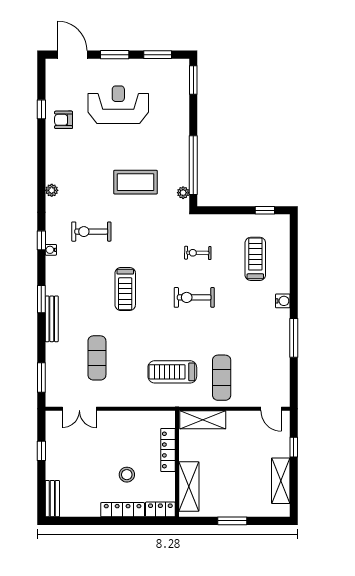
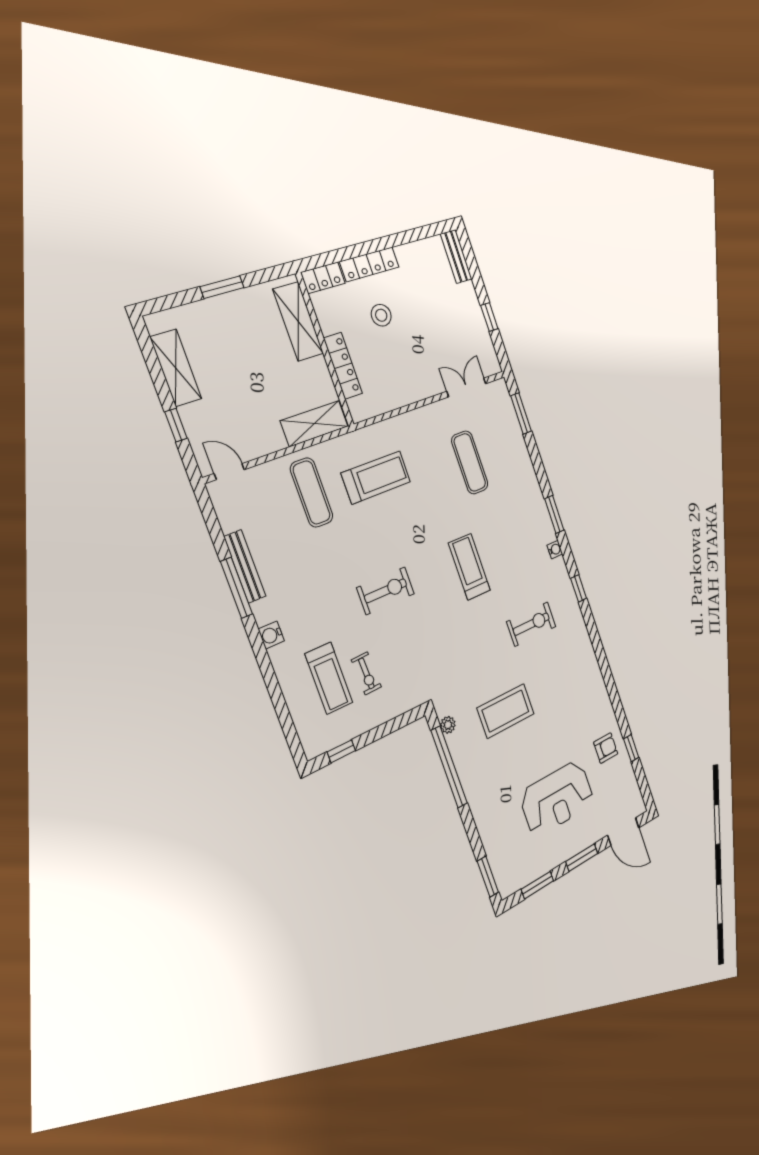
plant: (52, 190) -> (589, 655), removed
water cooler: (51, 250) -> (555, 550), moved
exercise bike: (198, 253) -> (366, 673), moved, turned 87
bench: (52, 319) -> (245, 566), moved

